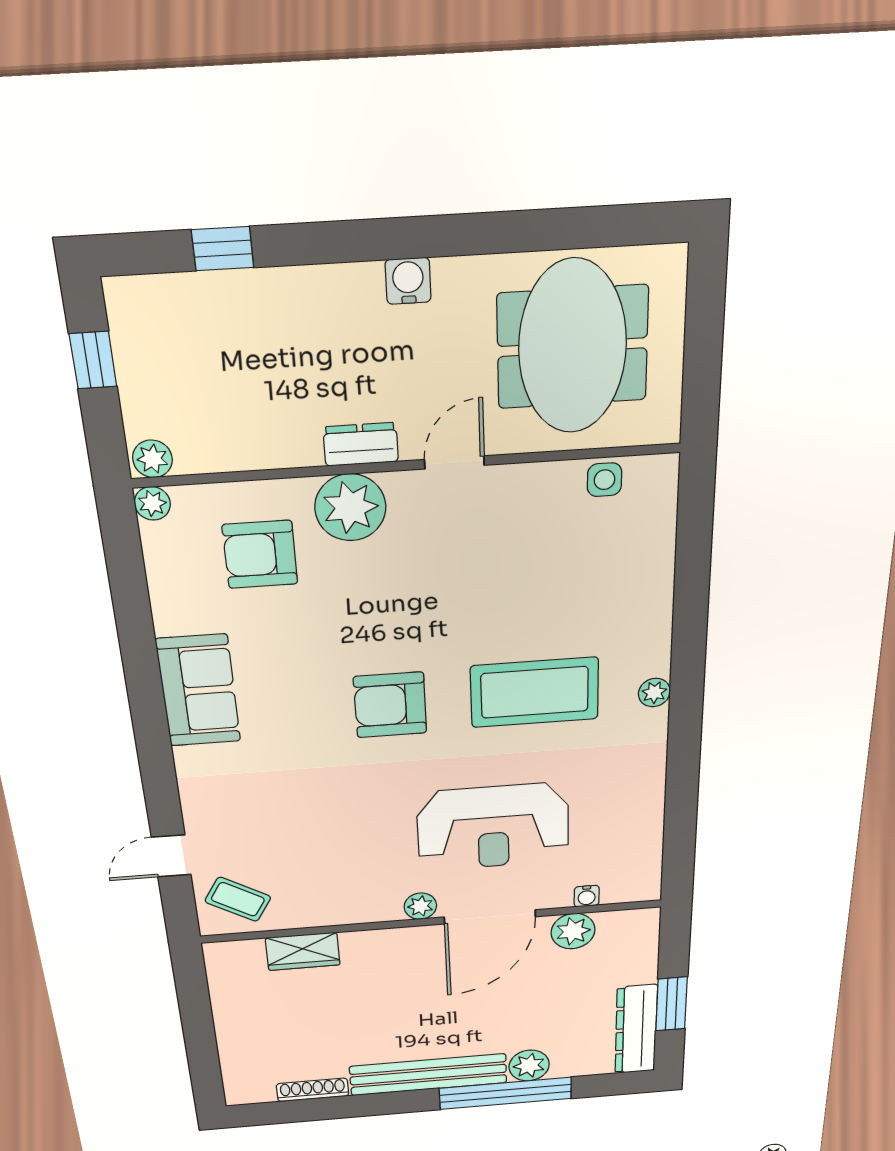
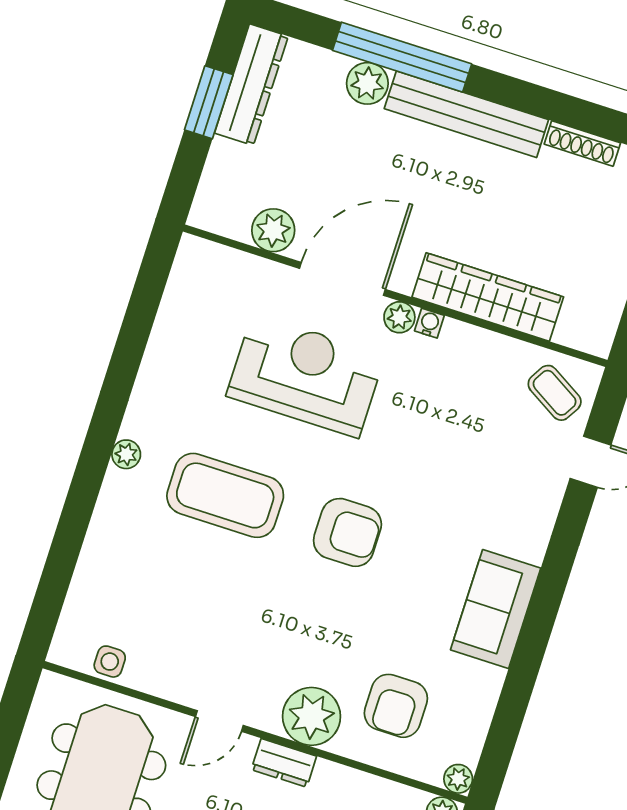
armchair: (260, 554) -> (396, 706), turned 90
water cooler: (587, 896) -> (429, 323), moved
wardrobe: (303, 951) -> (488, 297), width x2.10, depth x1.17

